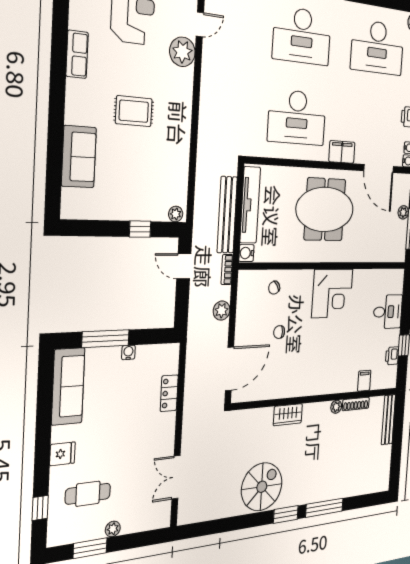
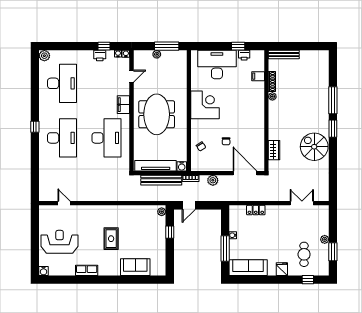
plant: (182, 52) -> (79, 213), removed
door: (379, 169) -> (132, 76), width x0.53
desk: (388, 312) -> (217, 65), width x1.87, depth x1.30
wardrobe: (288, 415) -> (274, 150), moved
double door: (176, 477) -> (302, 203), swing flipped

